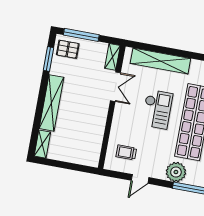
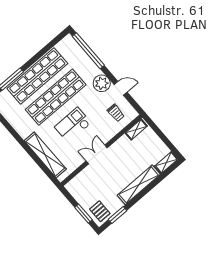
window: (81, 35) -> (83, 214), width x0.69
shelving: (112, 57) -> (136, 129), moved
double door: (115, 87) -> (97, 154), moved
plant: (176, 172) -> (102, 83), moved

